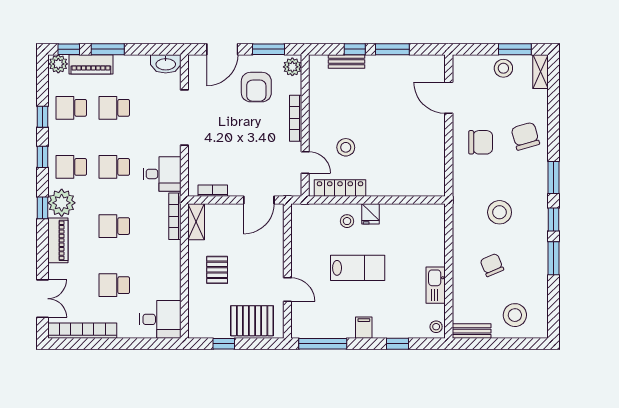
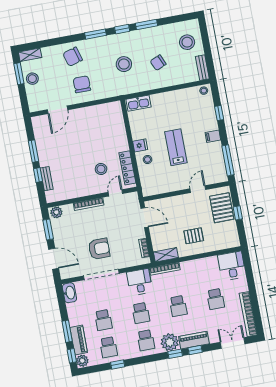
armchair: (256, 87) -> (99, 249), moved
window: (42, 157) -> (195, 350), moved
kitchen sink: (436, 285) -> (138, 103), moved
window: (224, 344) -> (238, 213), moved

